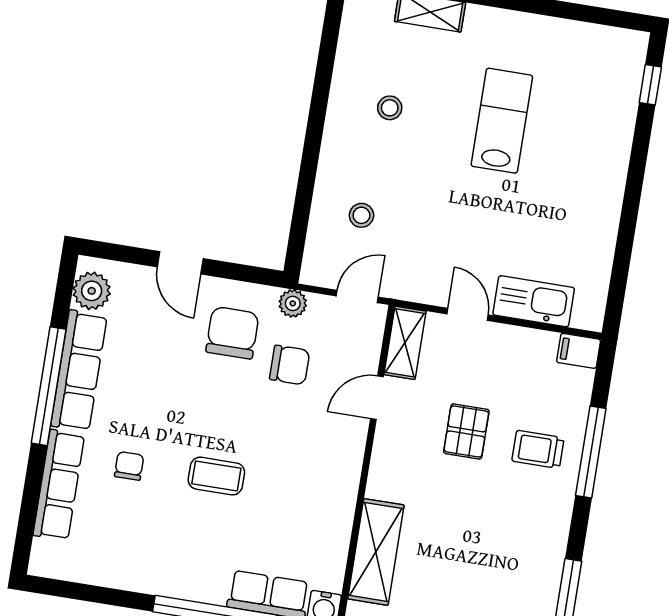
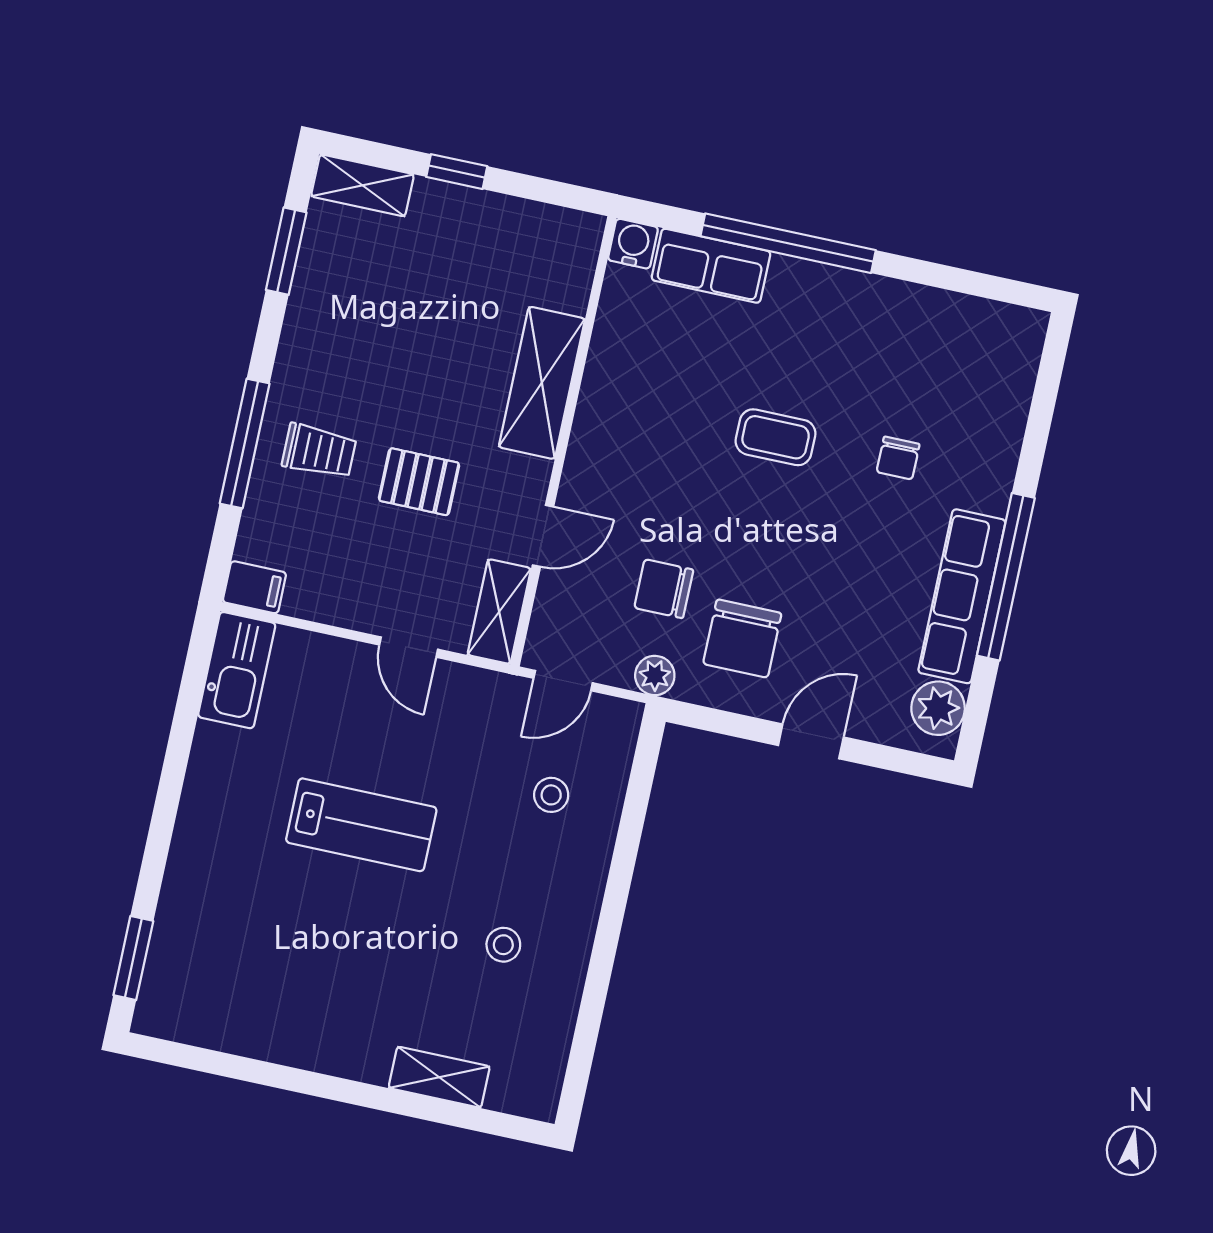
window: (650, 85) -> (133, 958), width x1.50
lab bench: (502, 121) -> (361, 825), moved, turned -90
door: (180, 263) -> (811, 741), hinge flipped
kitchen sink: (534, 301) -> (237, 670), moved, turned -90
pallet: (466, 431) -> (419, 482), turned 90
row of seats: (59, 485) -> (999, 436), removed
shelving: (376, 552) -> (542, 383), moved

